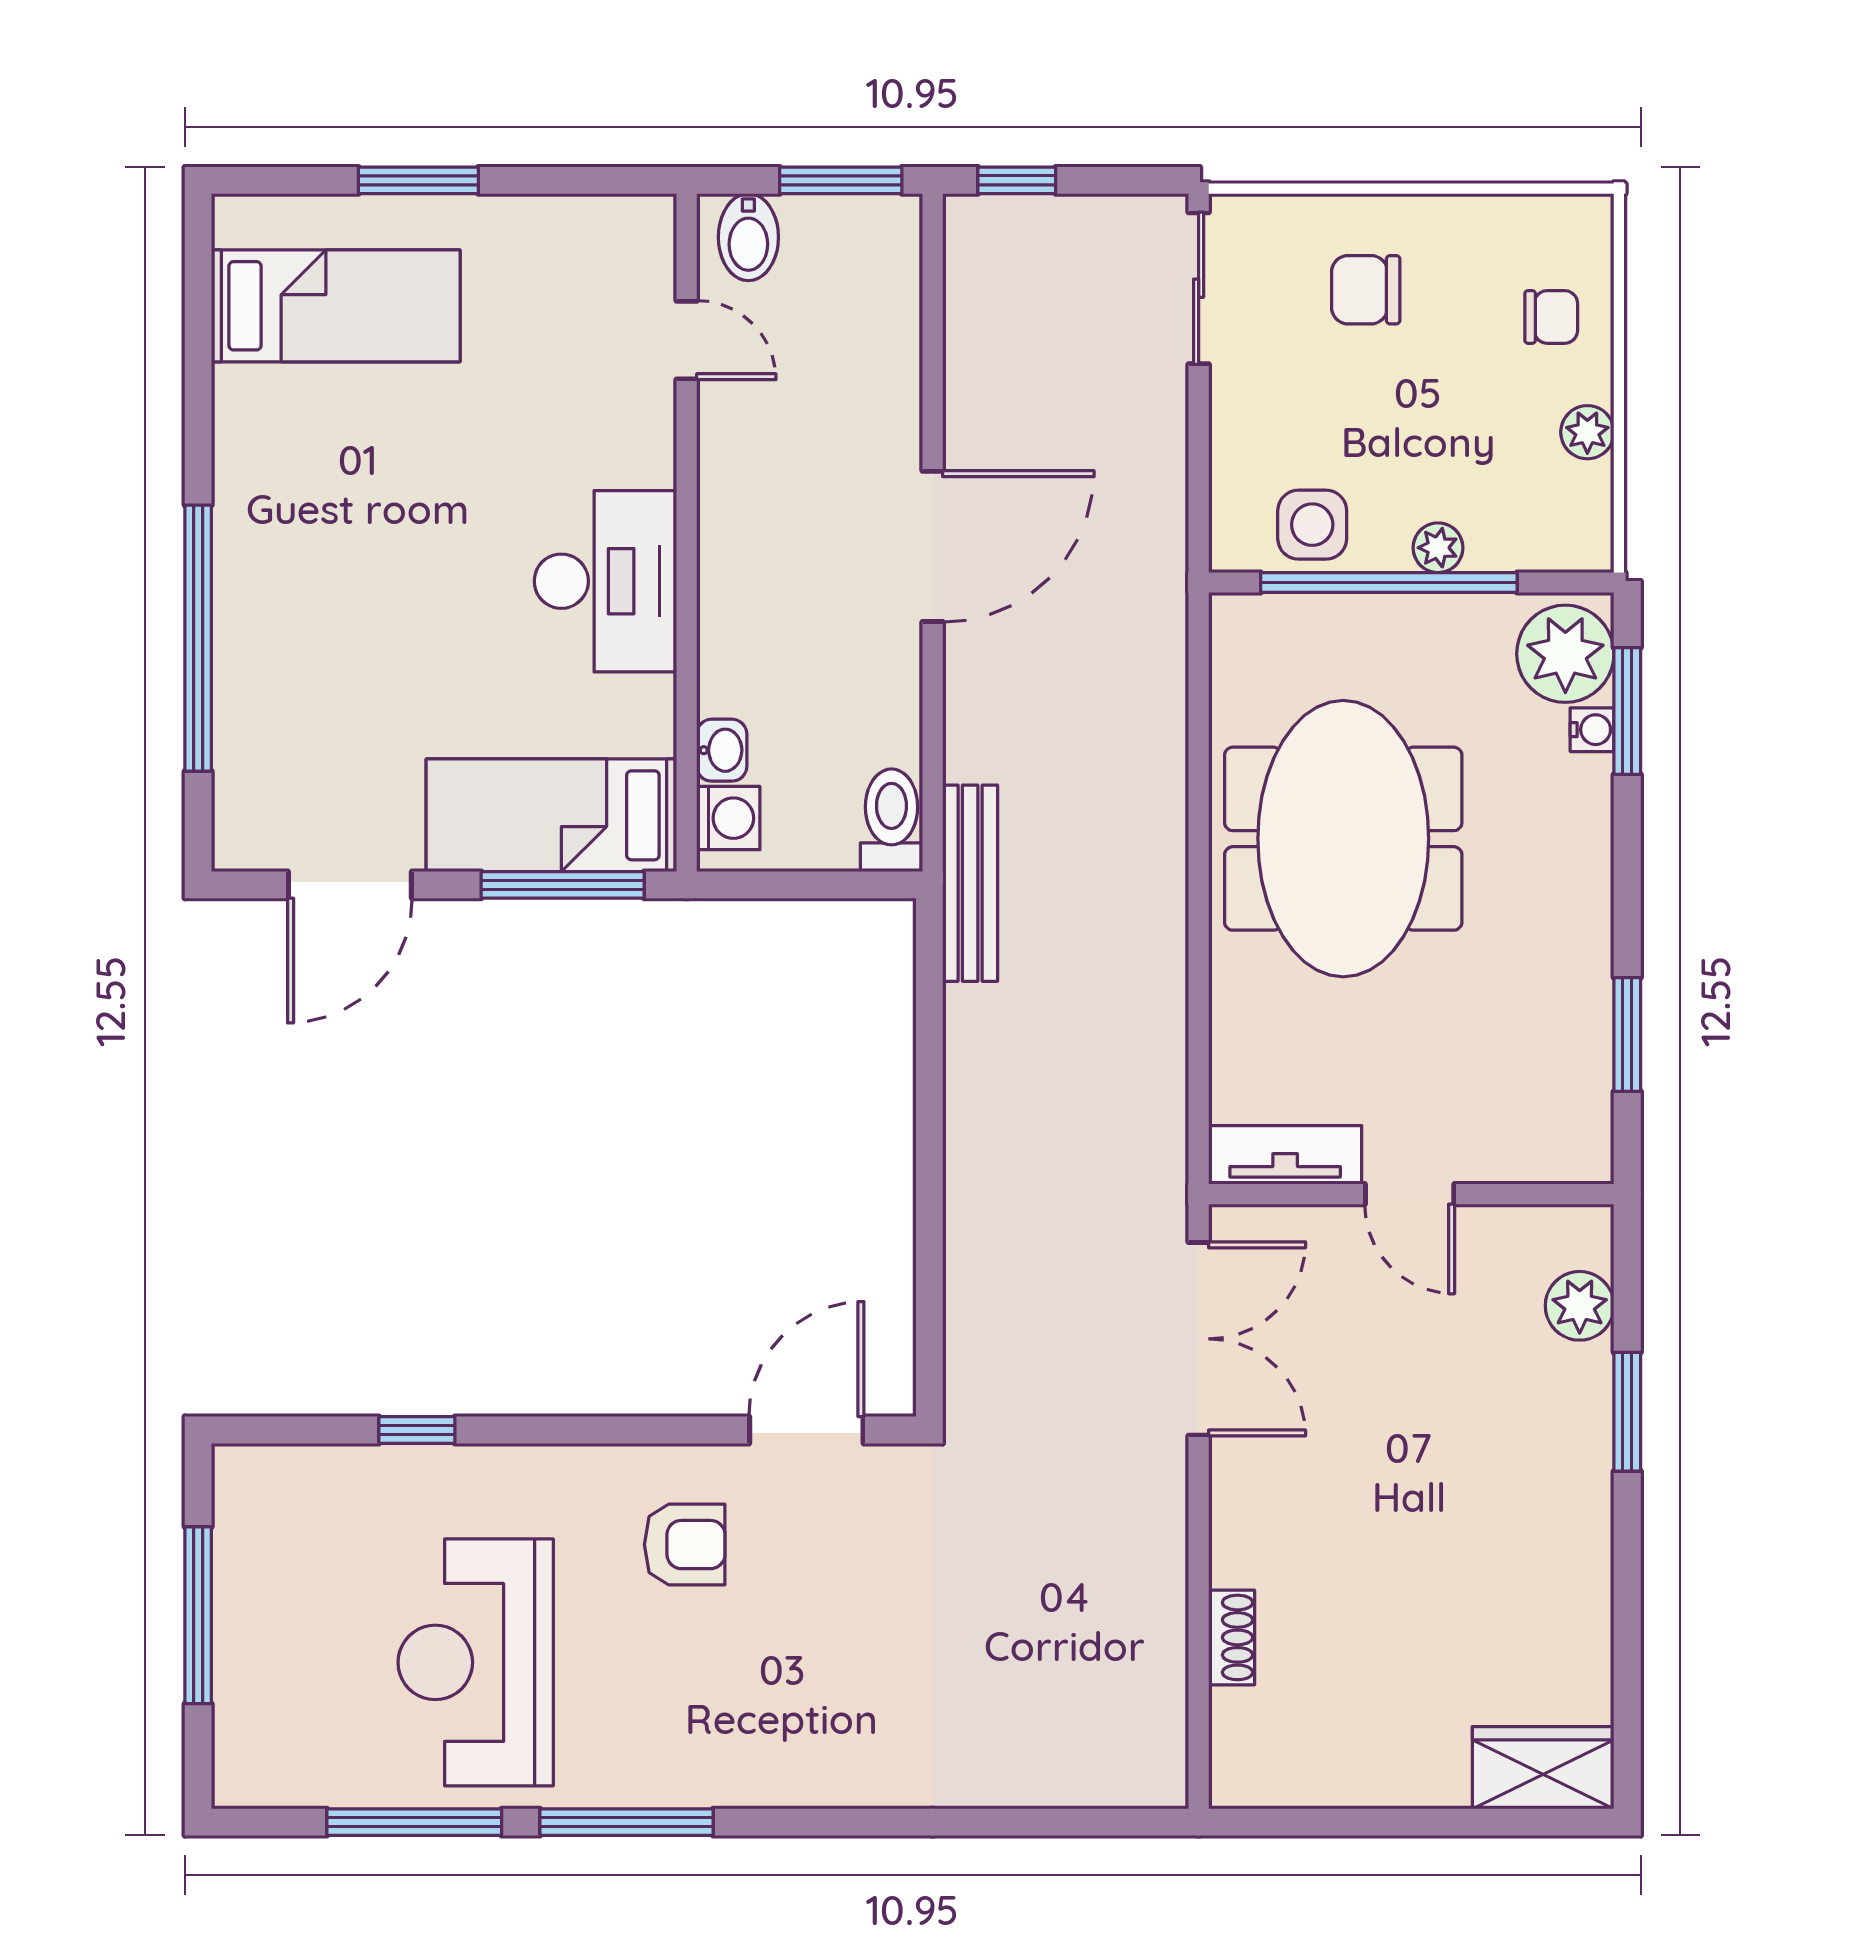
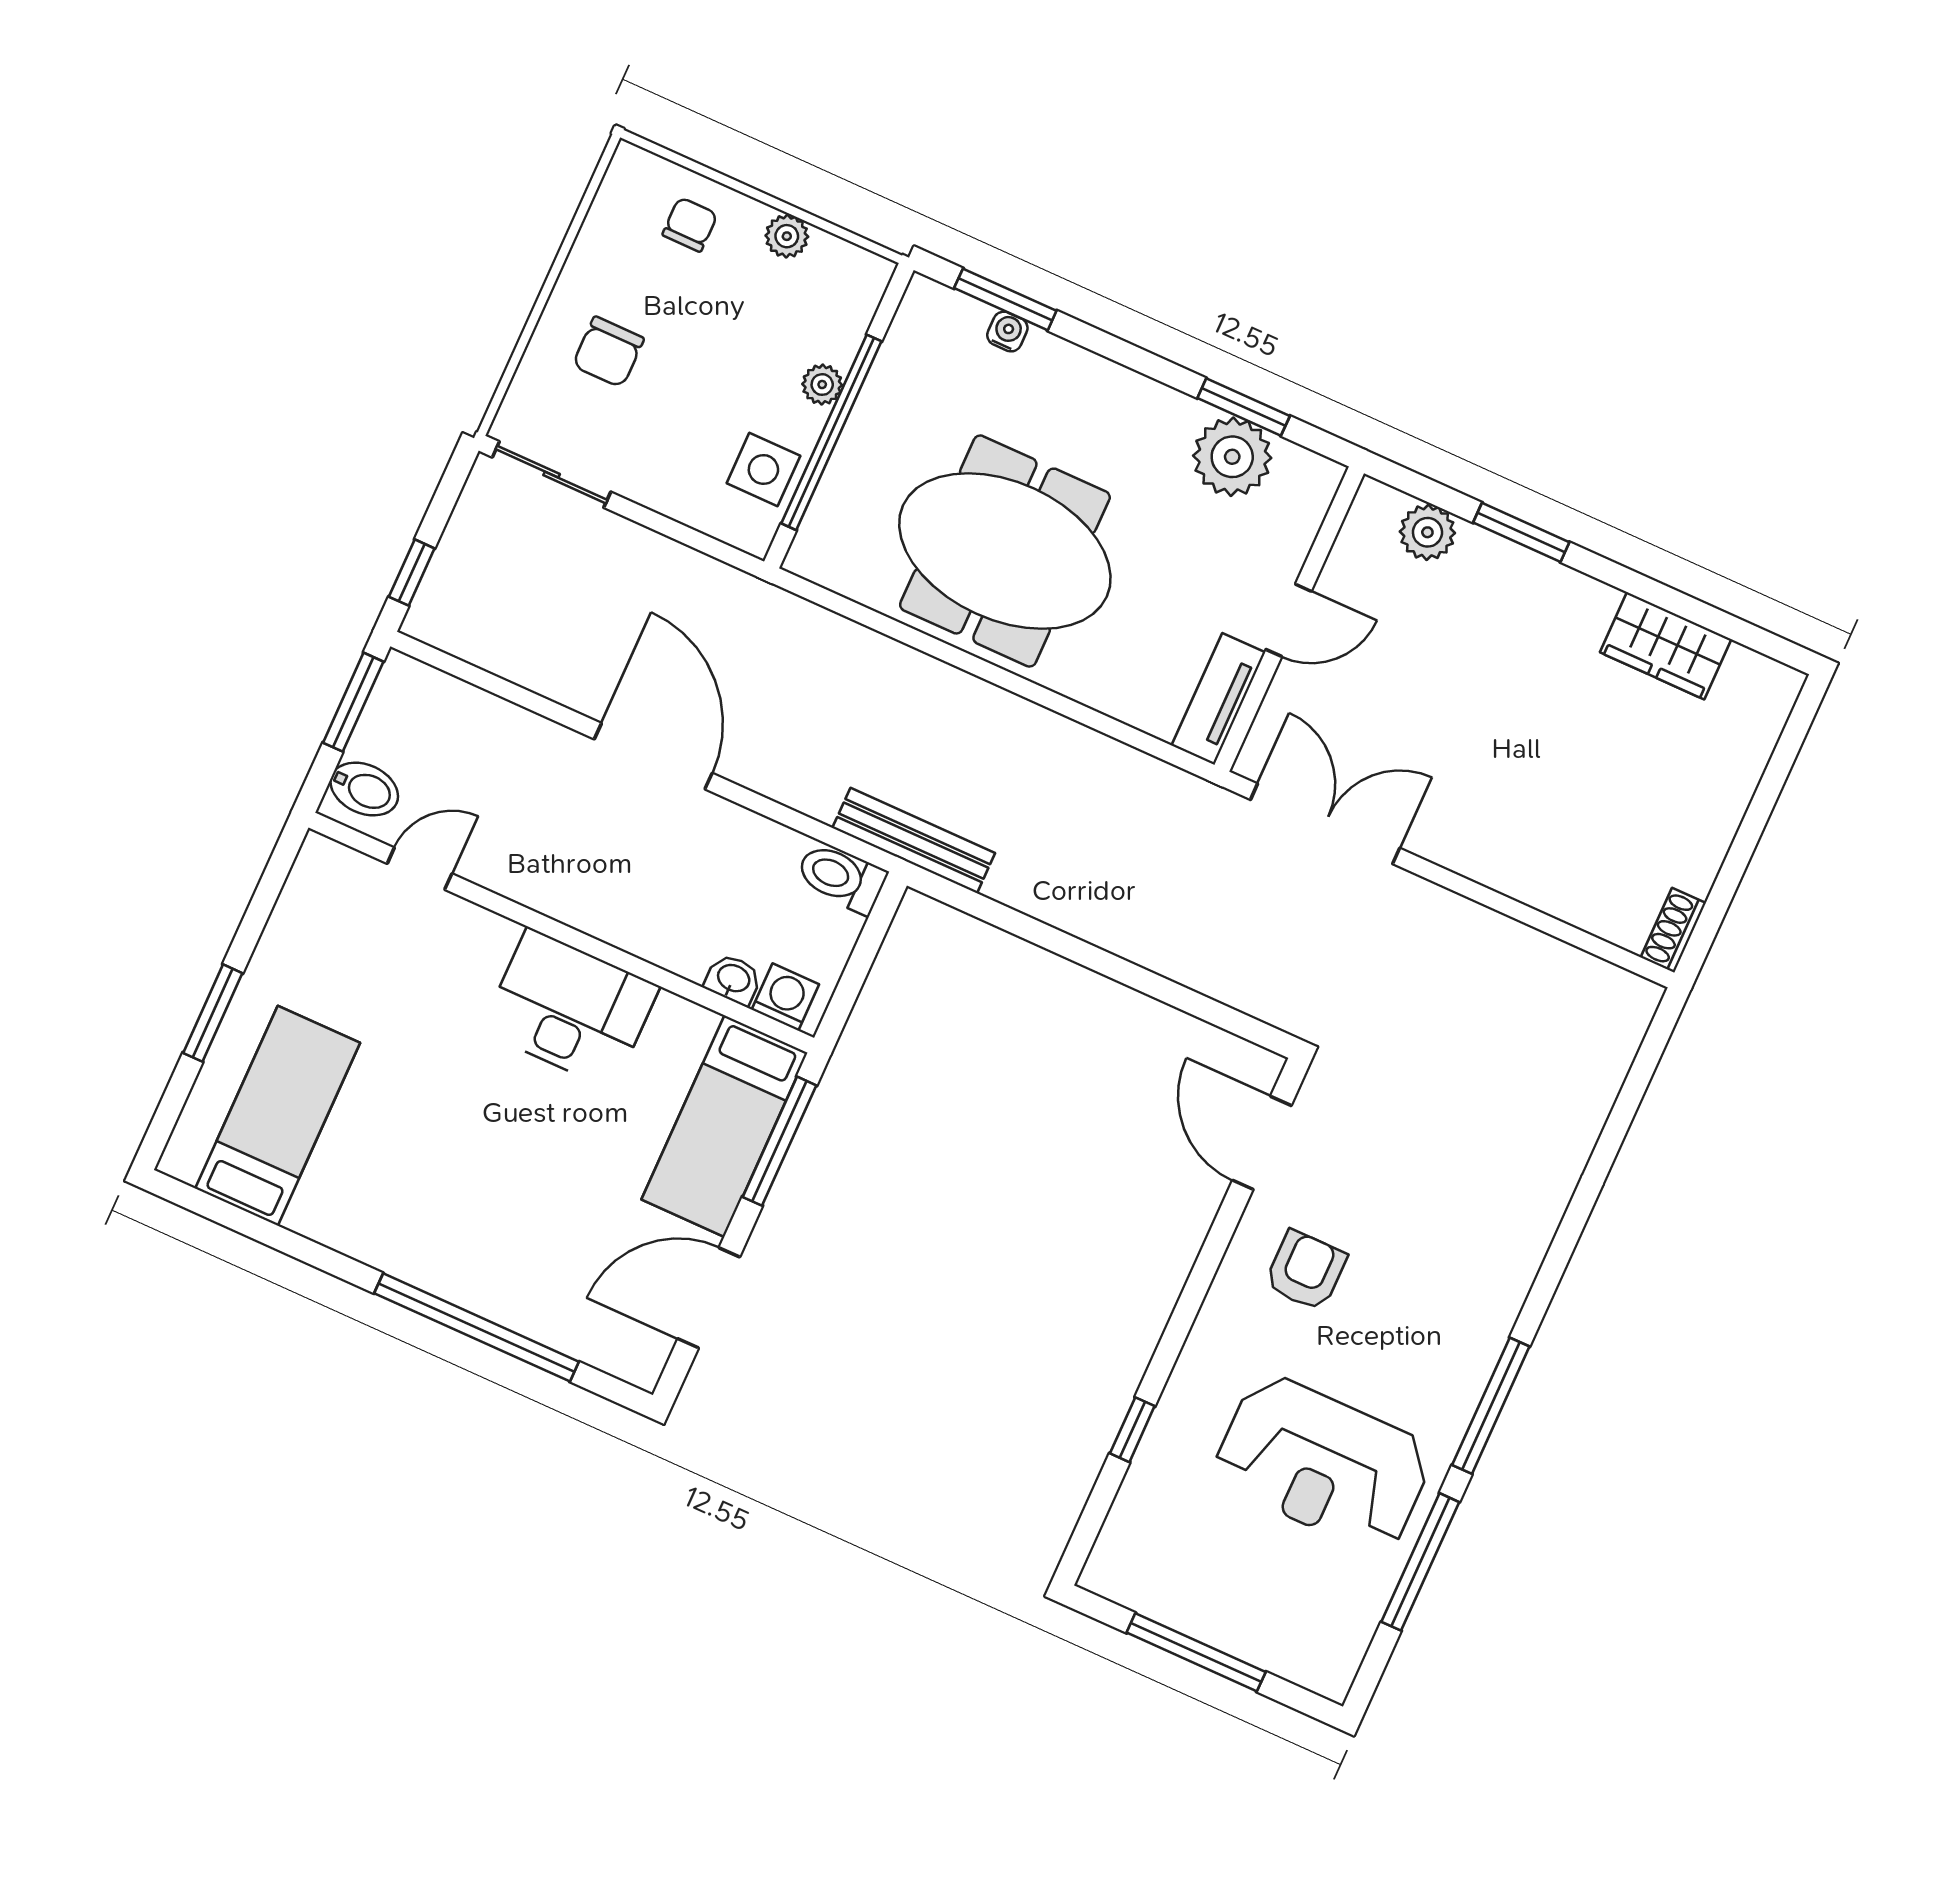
plant: (1565, 654) -> (1232, 457), moved
door: (350, 885) -> (709, 1298), swing flipped
shoe rack: (1232, 1637) -> (1673, 930), moved, turned -90
wardrobe: (1543, 1768) -> (1666, 646), moved, turned -90

